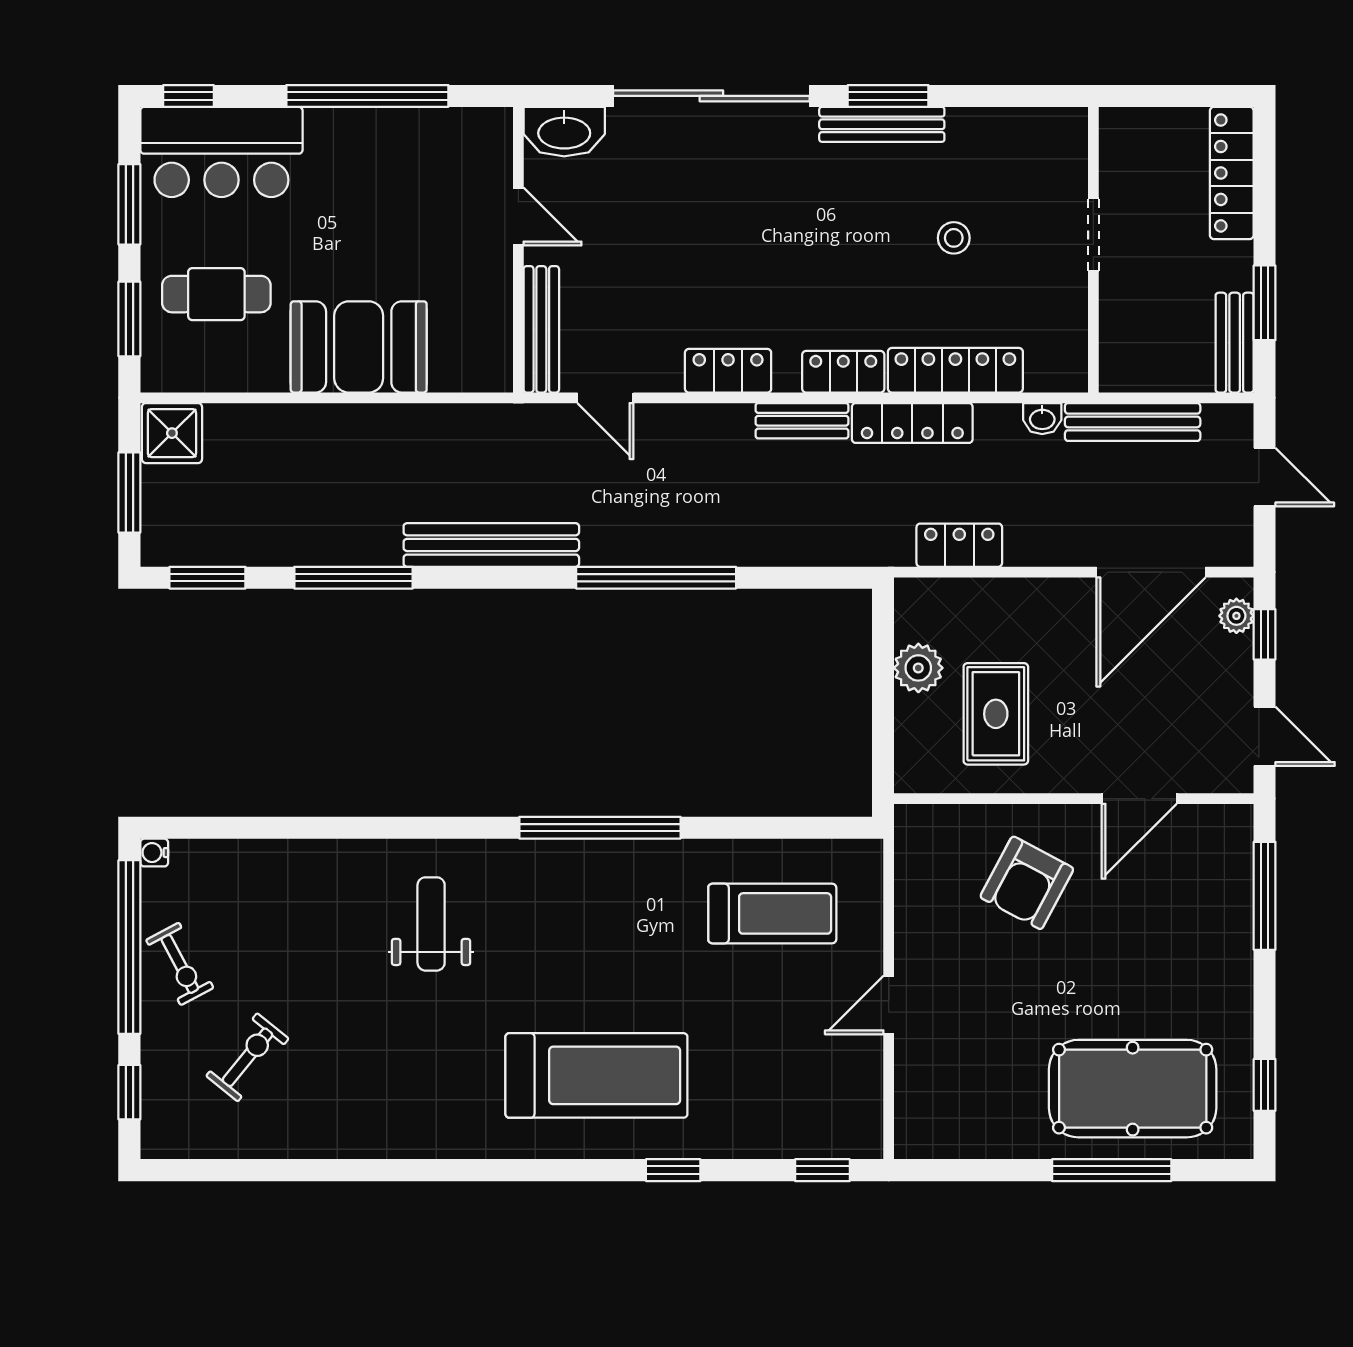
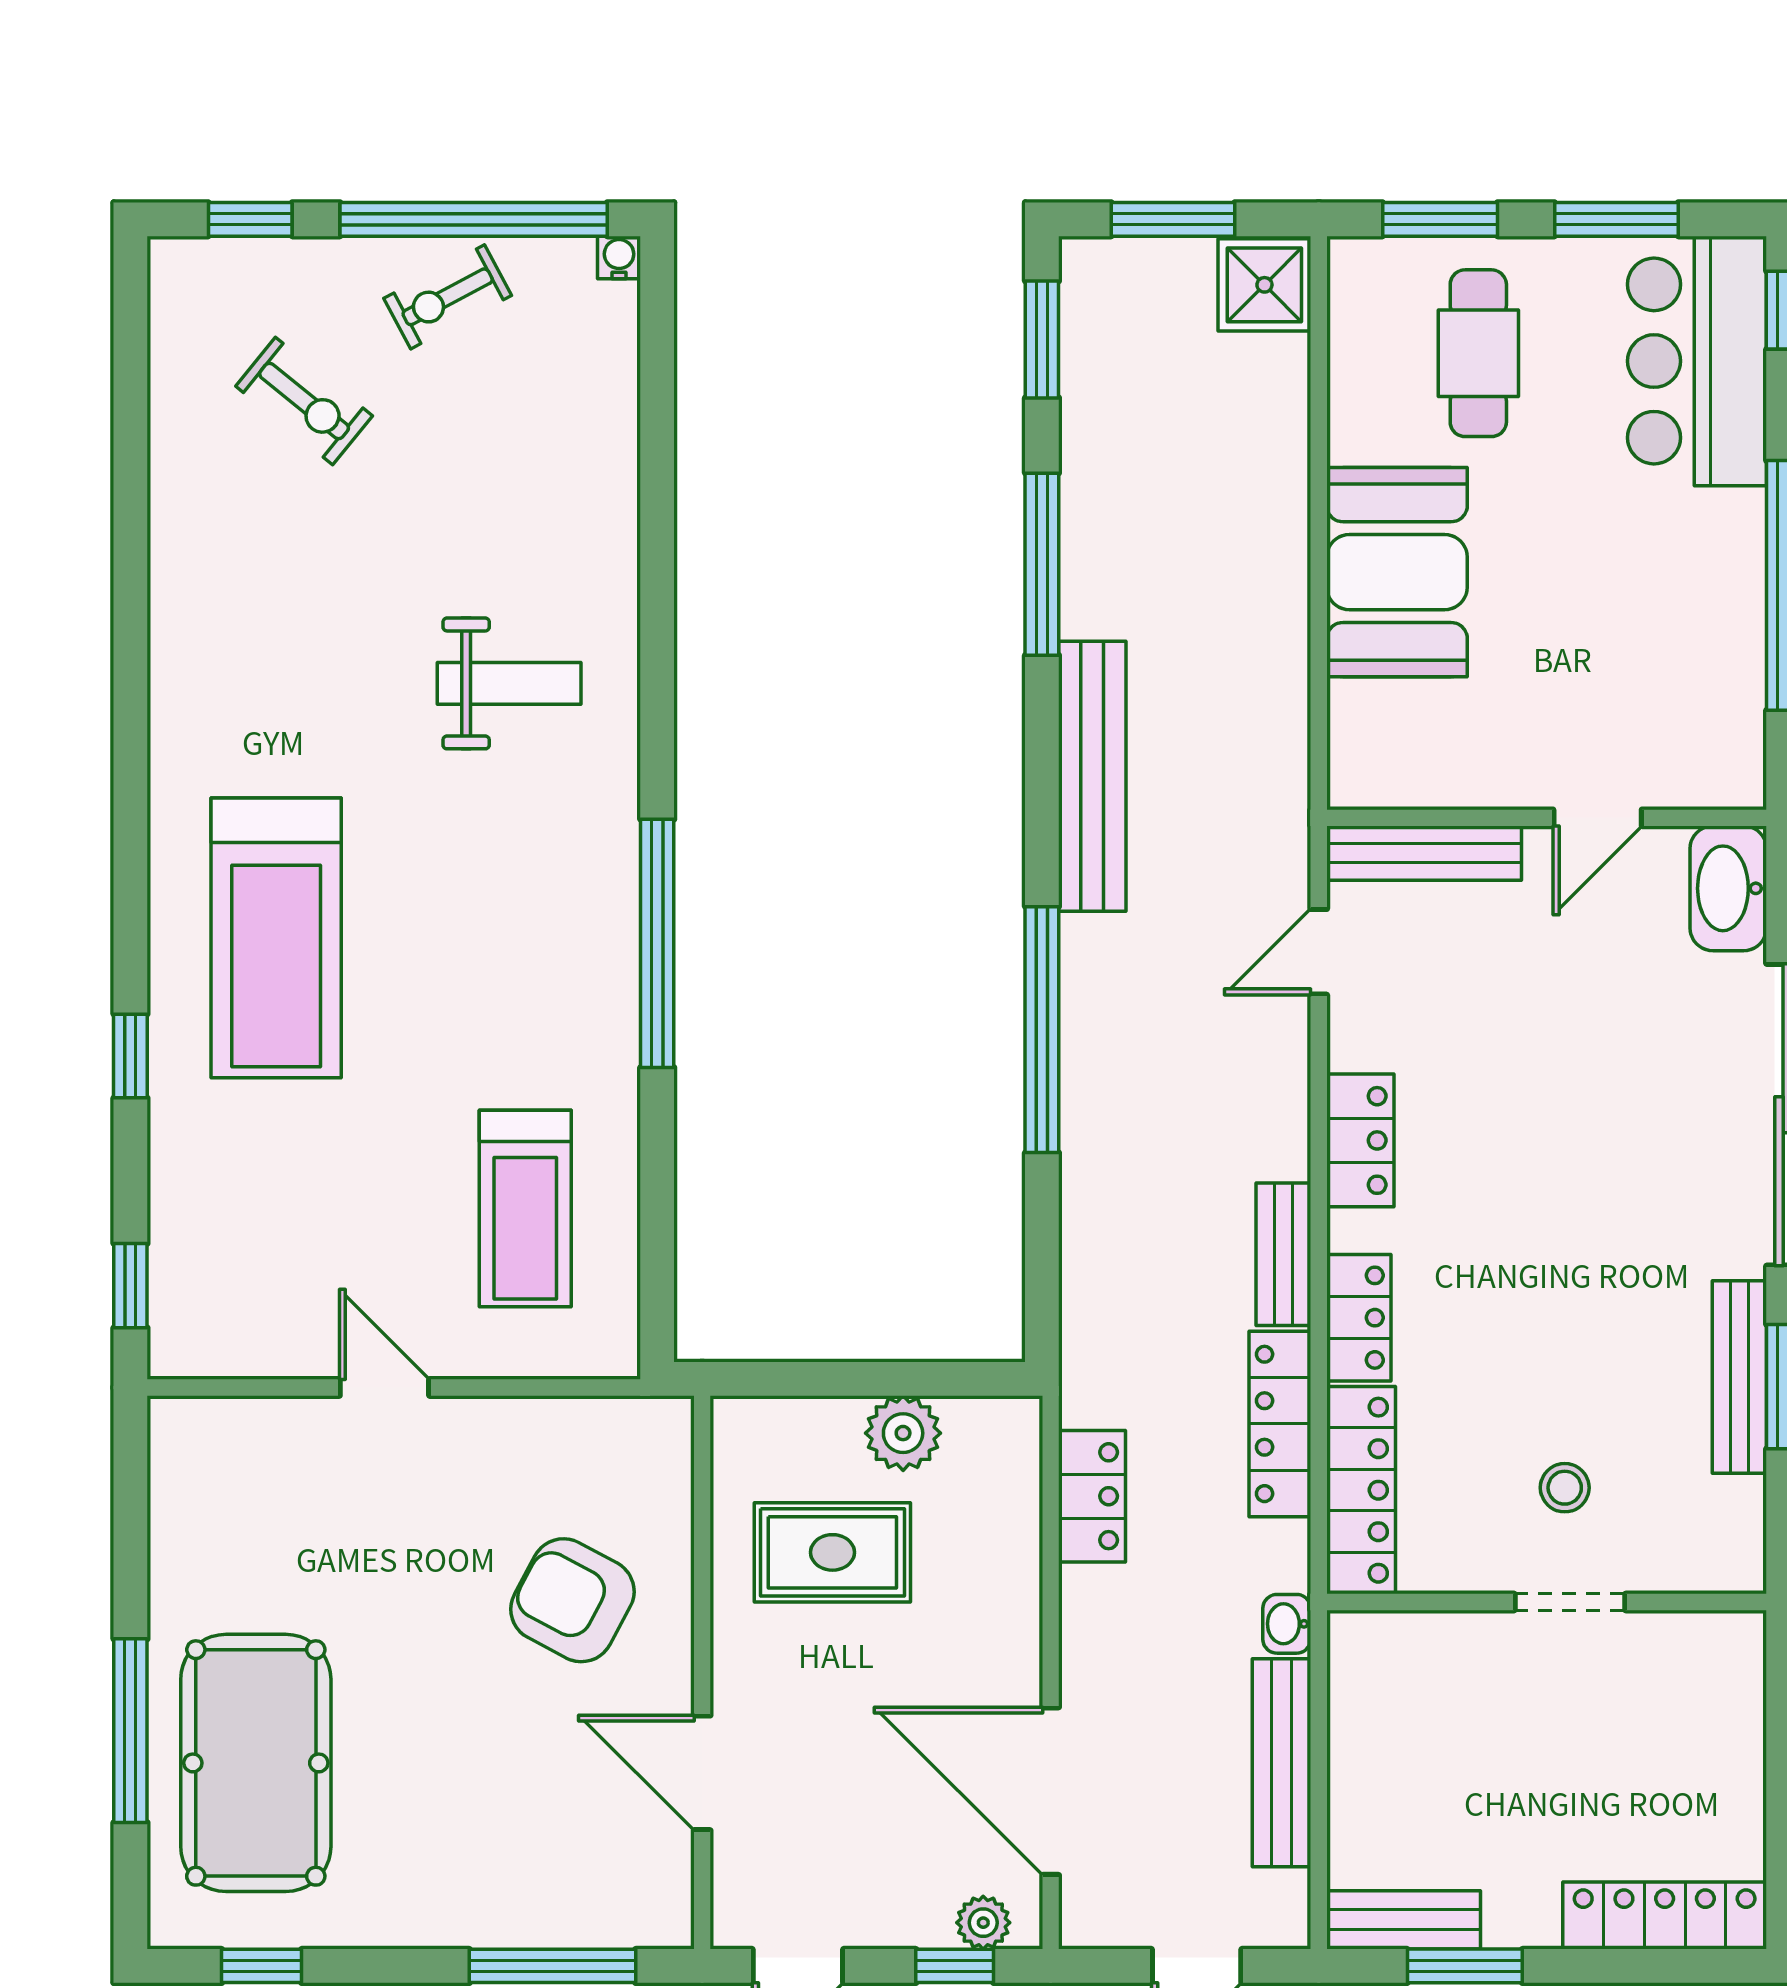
doorway: (1093, 235) -> (1570, 1602), moved
wall: (1093, 250) -> (1547, 1602), moved

